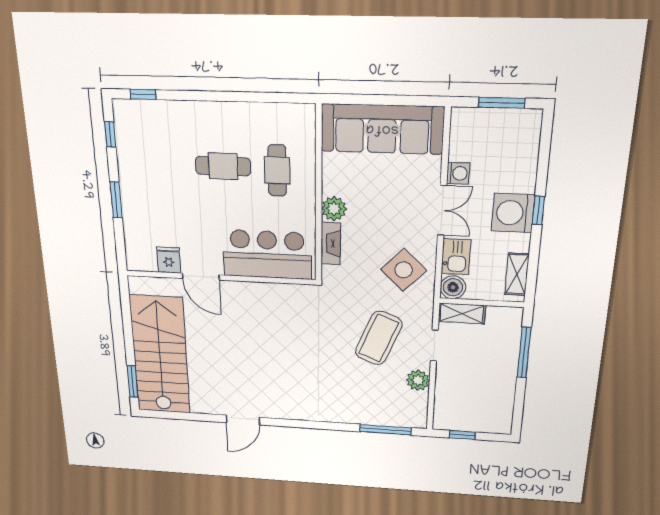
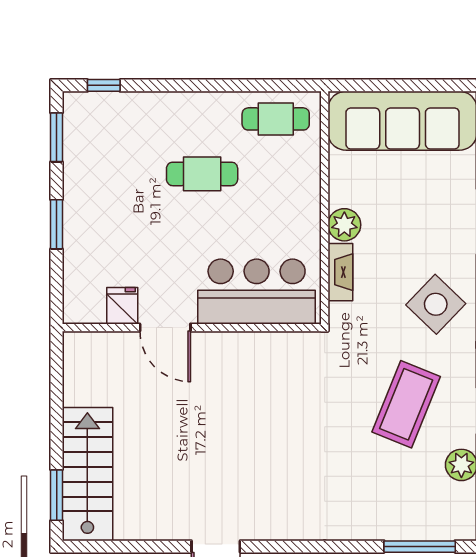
window: (110, 134) -> (57, 137), width x1.50
cafe table: (277, 170) -> (276, 119), moved, turned 90
stairs: (160, 355) -> (87, 474), width x0.73, depth x0.66

